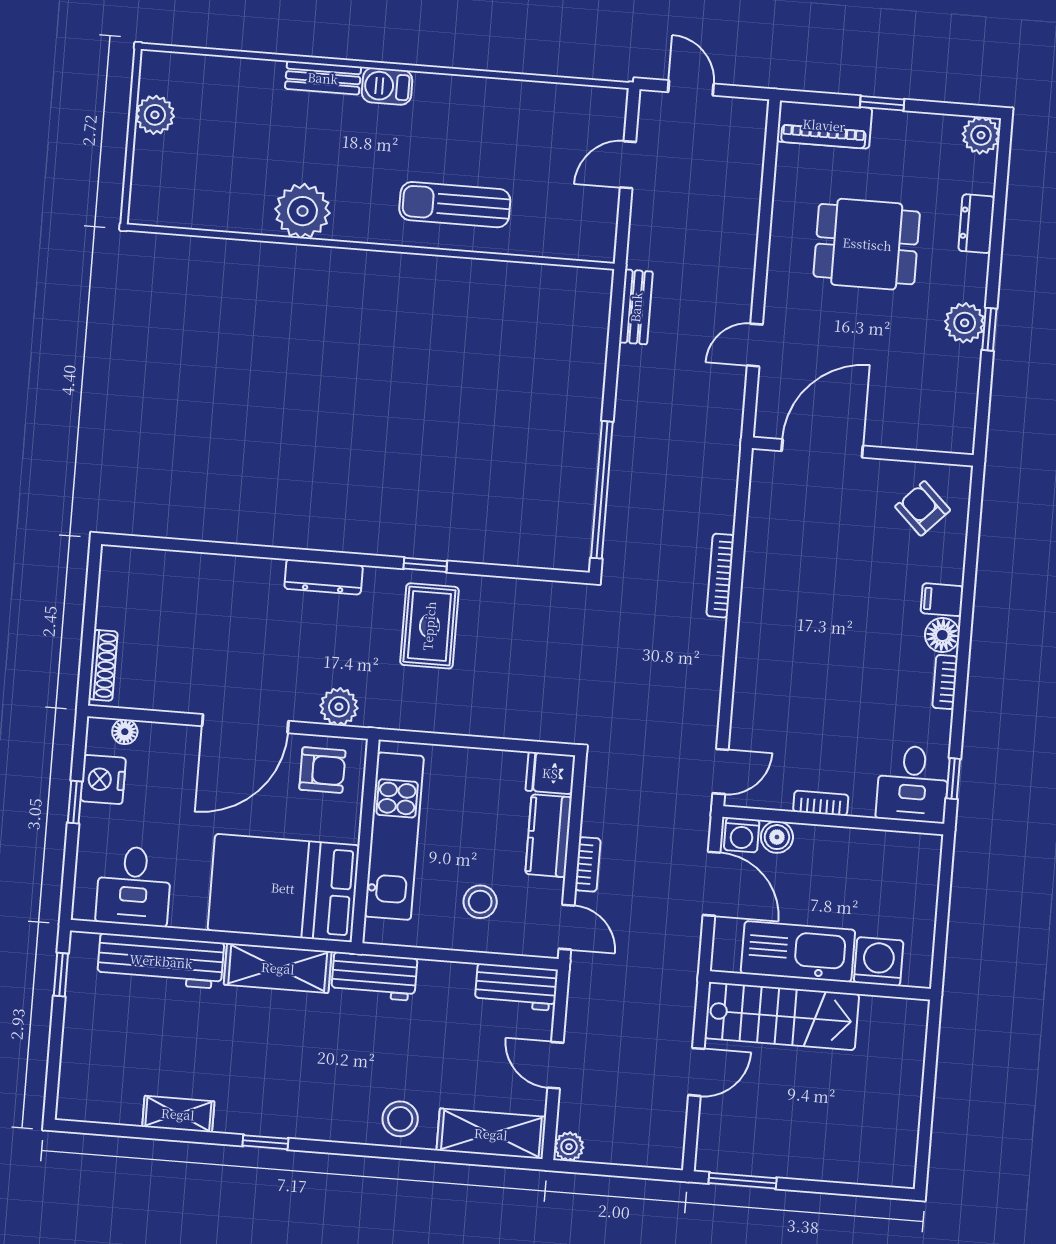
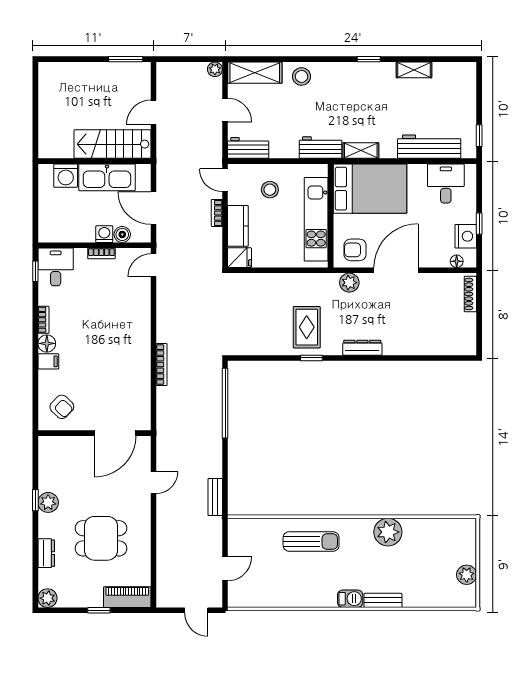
washing machine: (742, 835) -> (104, 234), moved
shelving: (278, 968) -> (361, 150), width x0.67, depth x0.75

